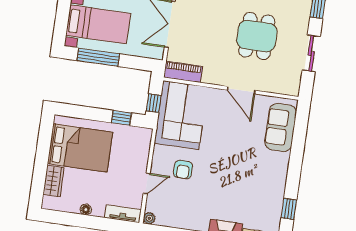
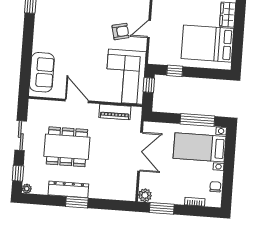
dining table: (257, 36) -> (67, 147), width x1.37
piano: (183, 72) -> (115, 112), moved
armchair: (183, 170) -> (121, 32), turned 77
door: (147, 183) -> (149, 29), moved

